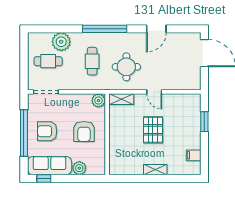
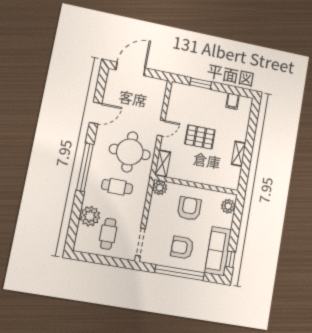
door: (156, 29) -> (96, 113), hinge flipped
round table: (126, 67) -> (130, 152), width x1.36, depth x1.36
armchair: (47, 131) -> (182, 247), turned 90
armchair: (84, 131) -> (189, 209), turned -90
plant: (79, 168) -> (228, 206), moved
shelving: (155, 170) -> (239, 154), moved

